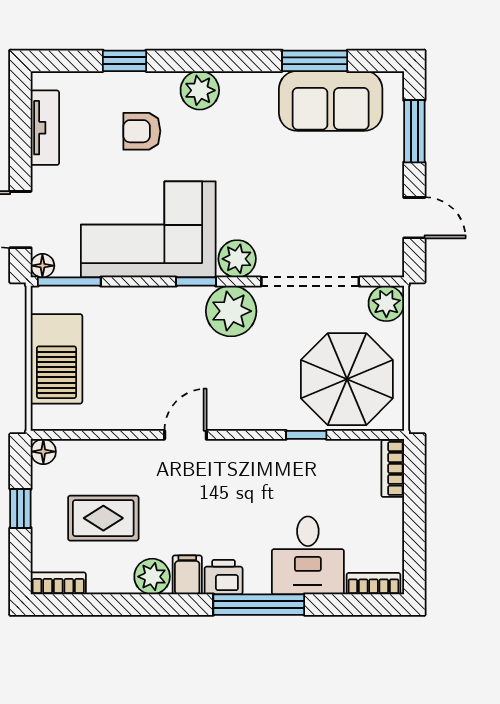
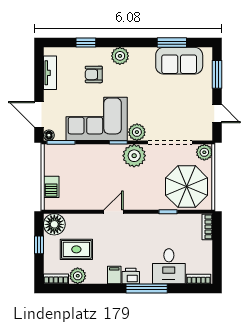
barbecue: (56, 359) -> (51, 187), width x0.53, depth x0.65
floor lamp: (43, 452) -> (54, 224), width x1.89, depth x1.89
plant: (152, 577) -> (78, 276), moved

